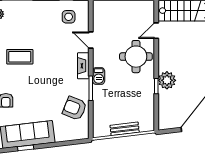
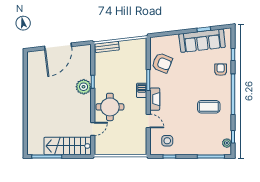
bench: (125, 129) -> (107, 47), moved

